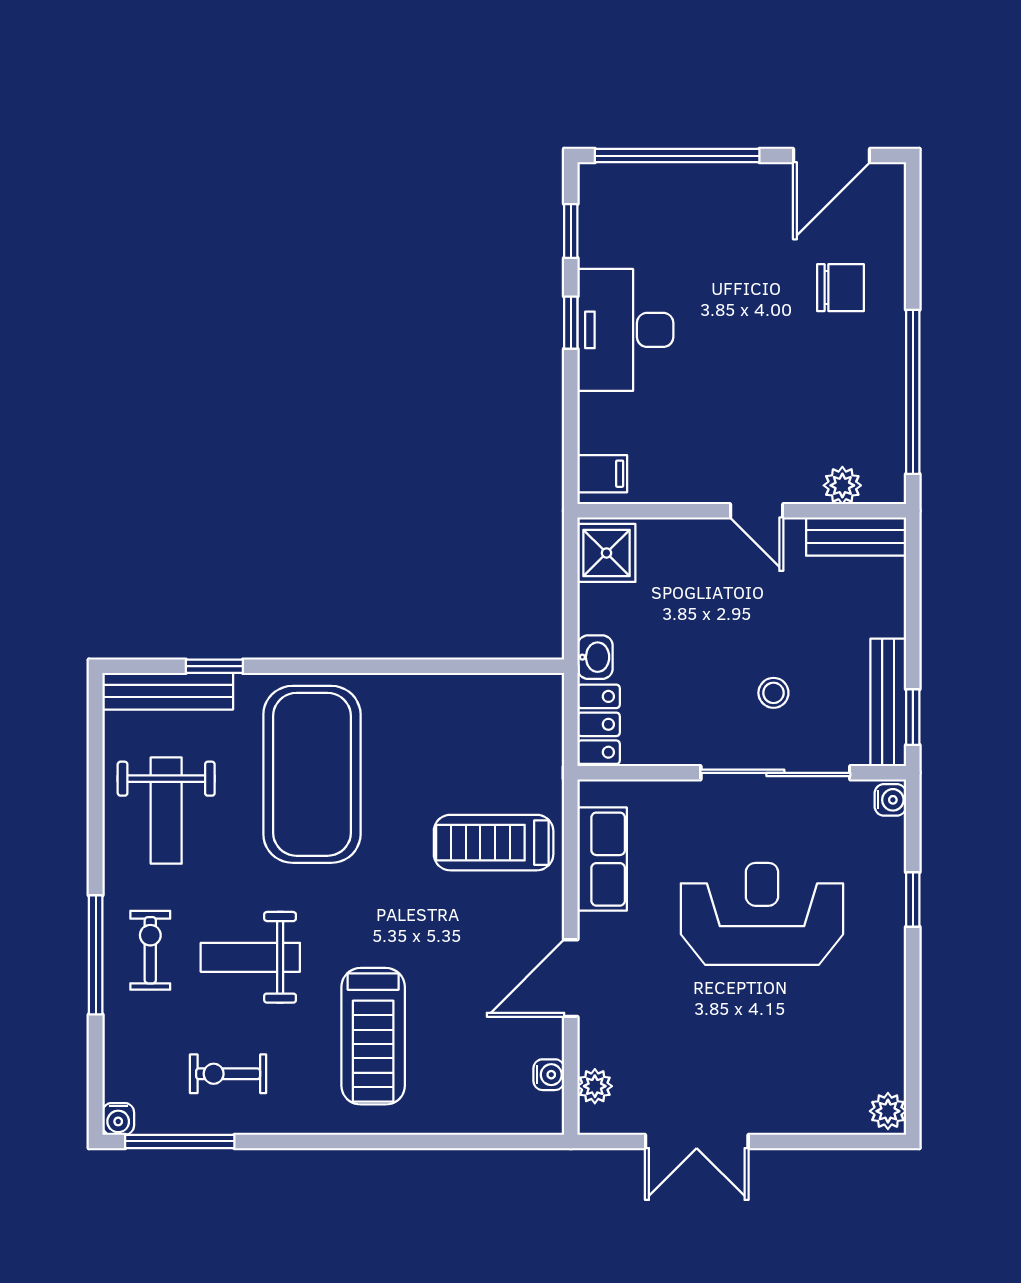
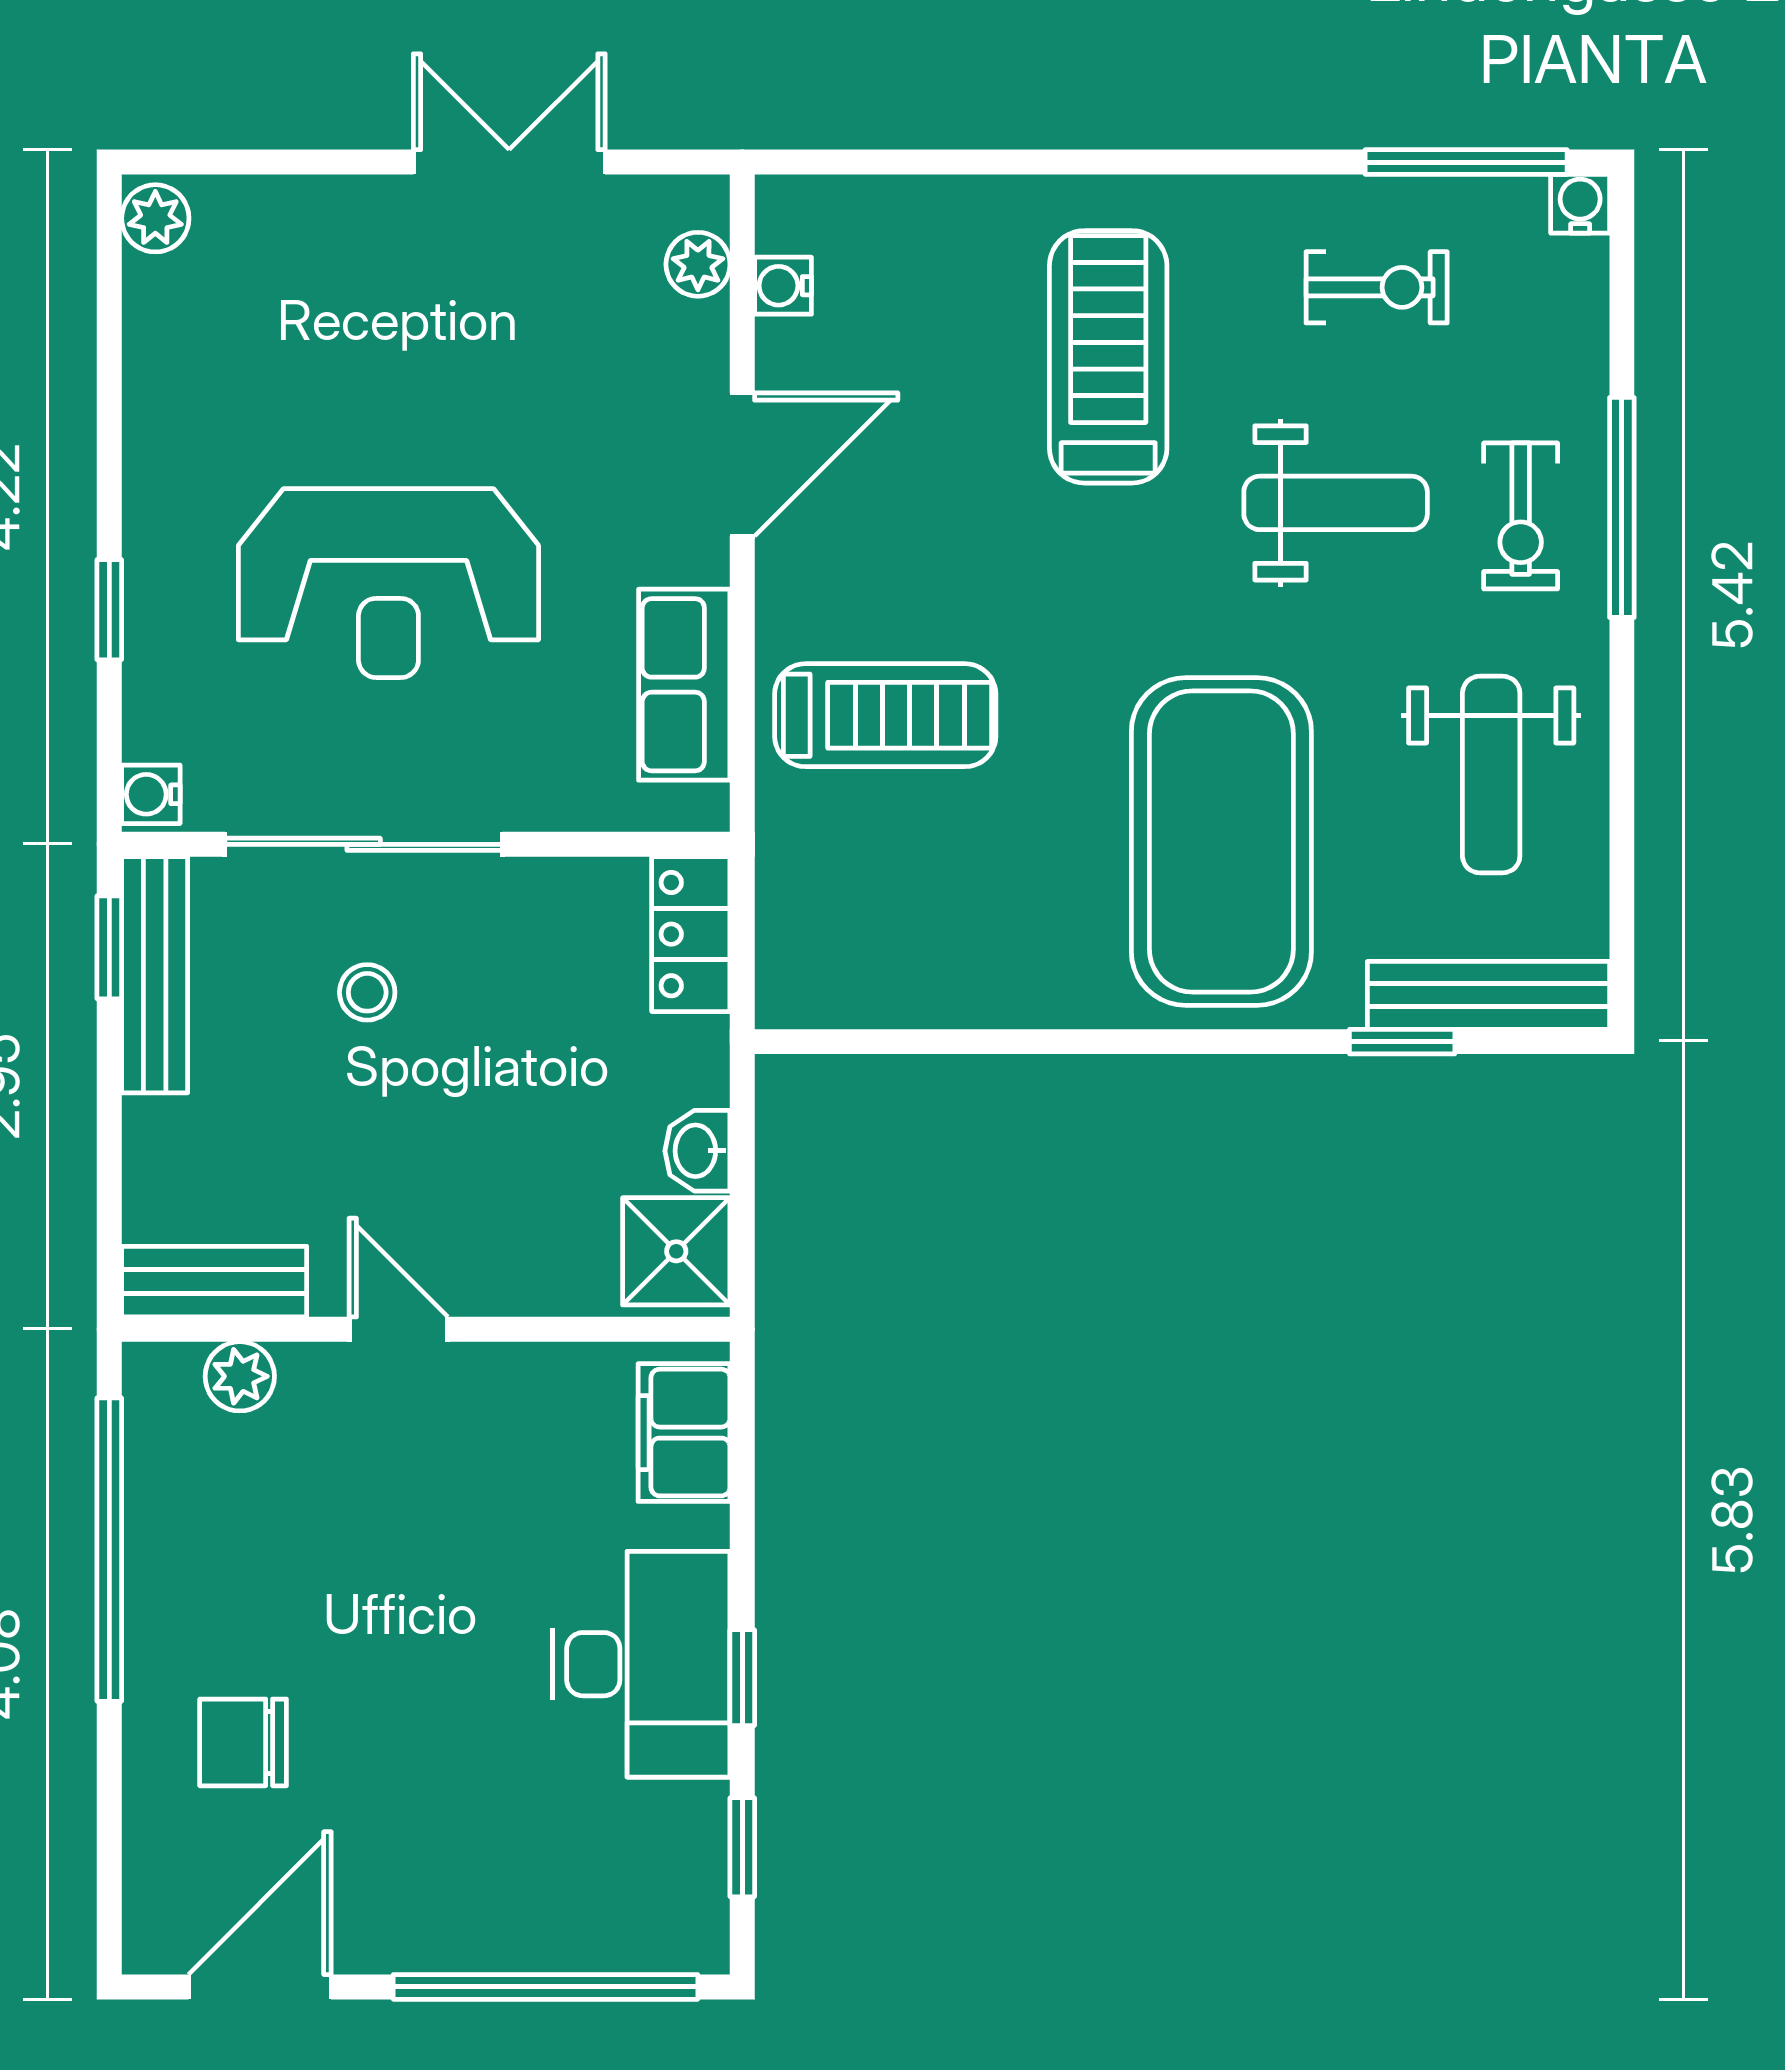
filing cabinet: (602, 474) -> (684, 1433), width x2.00
washbasin: (595, 657) -> (697, 1151), moved
weight bench: (166, 811) -> (1491, 775), turned 180

